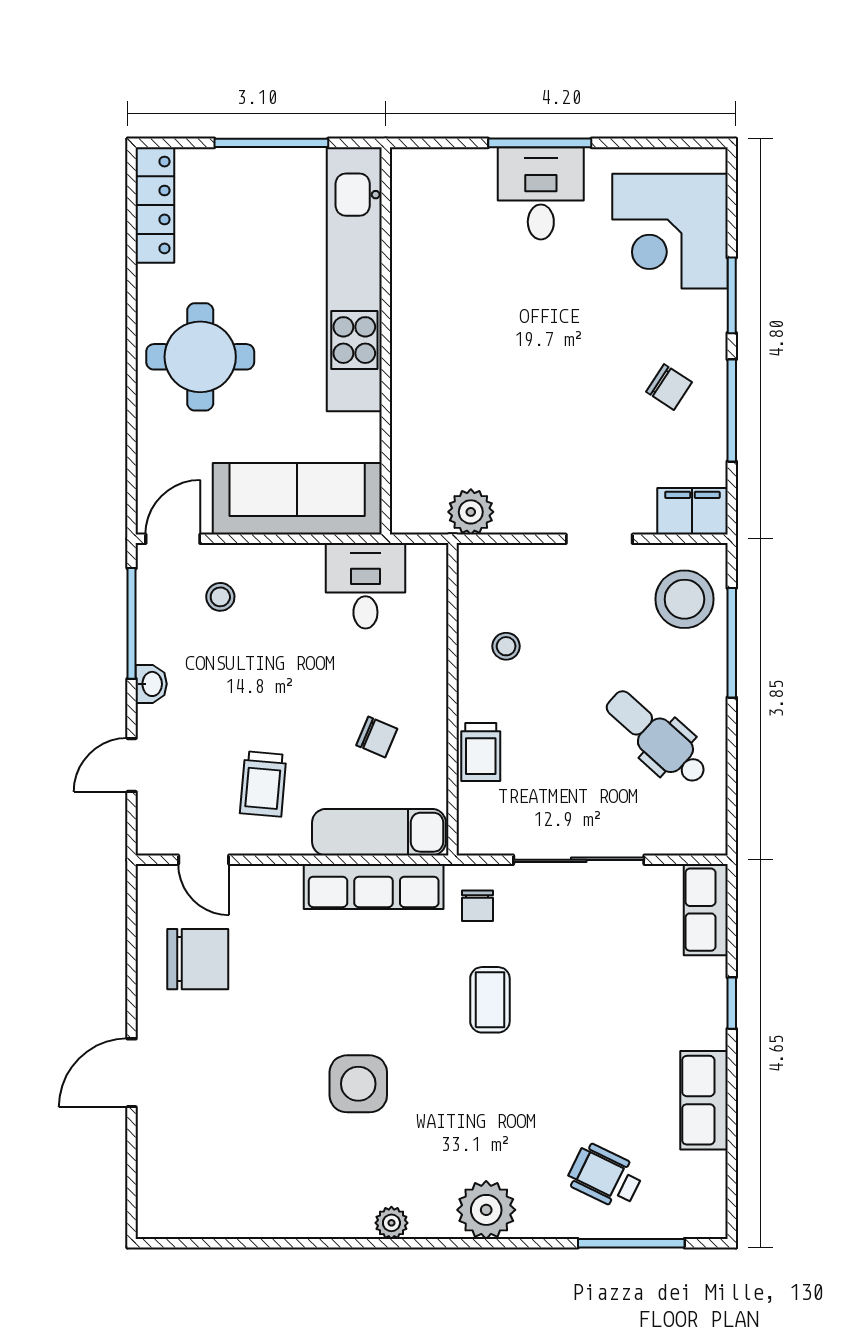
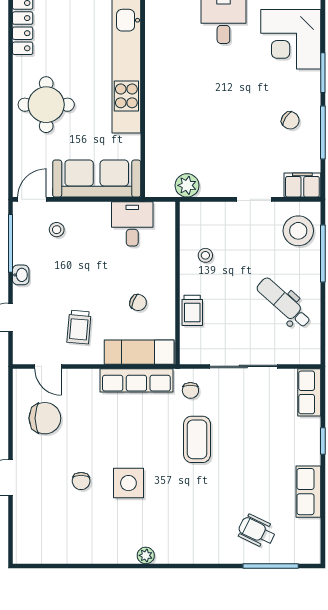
coffee table: (490, 1000) -> (197, 439), width x1.36, depth x1.30
chair: (267, 1080) -> (81, 481), added
plant: (486, 1210) -> (195, 549), removed

